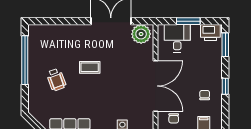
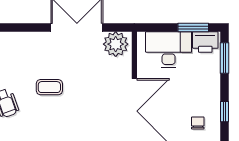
window: (188, 21) -> (193, 27), moved
desk: (177, 38) -> (169, 49), width x1.37

